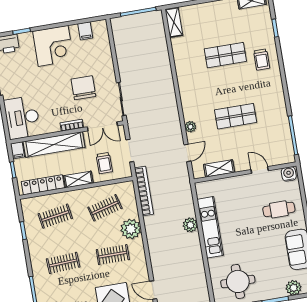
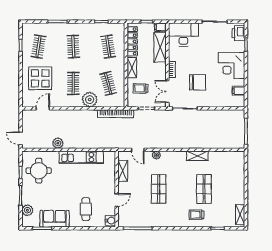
shelving: (174, 22) -> (197, 156), moved
shelving: (54, 144) -> (160, 47), width x0.68
plant: (190, 225) -> (58, 143), moved

